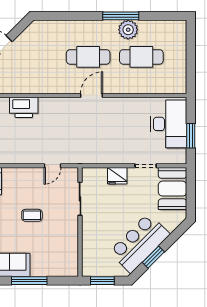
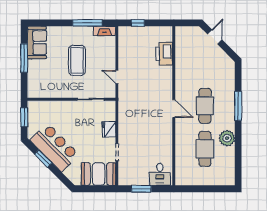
window: (121, 16) -> (238, 106), moved
desk: (169, 124) -> (160, 174), width x0.53, depth x0.77
coffee table: (32, 215) -> (77, 60), width x1.86, depth x1.72

